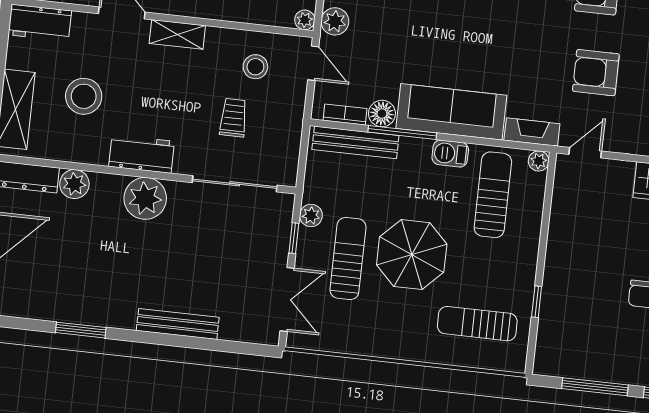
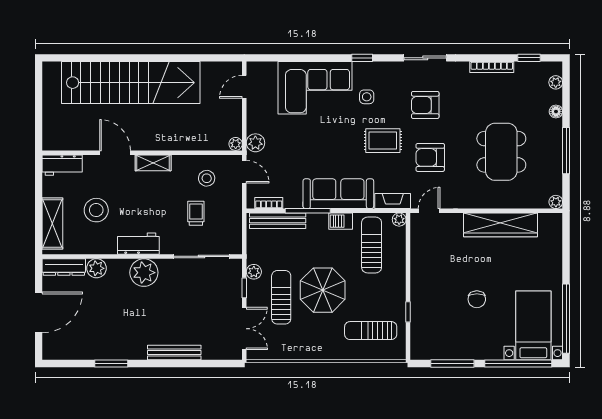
rug: (527, 39) -> (383, 141), added
floor lamp: (382, 114) -> (293, 200), removed

